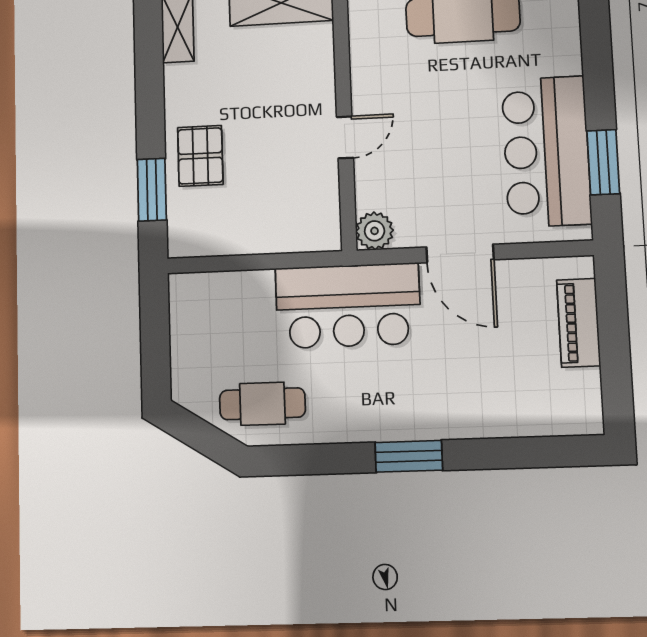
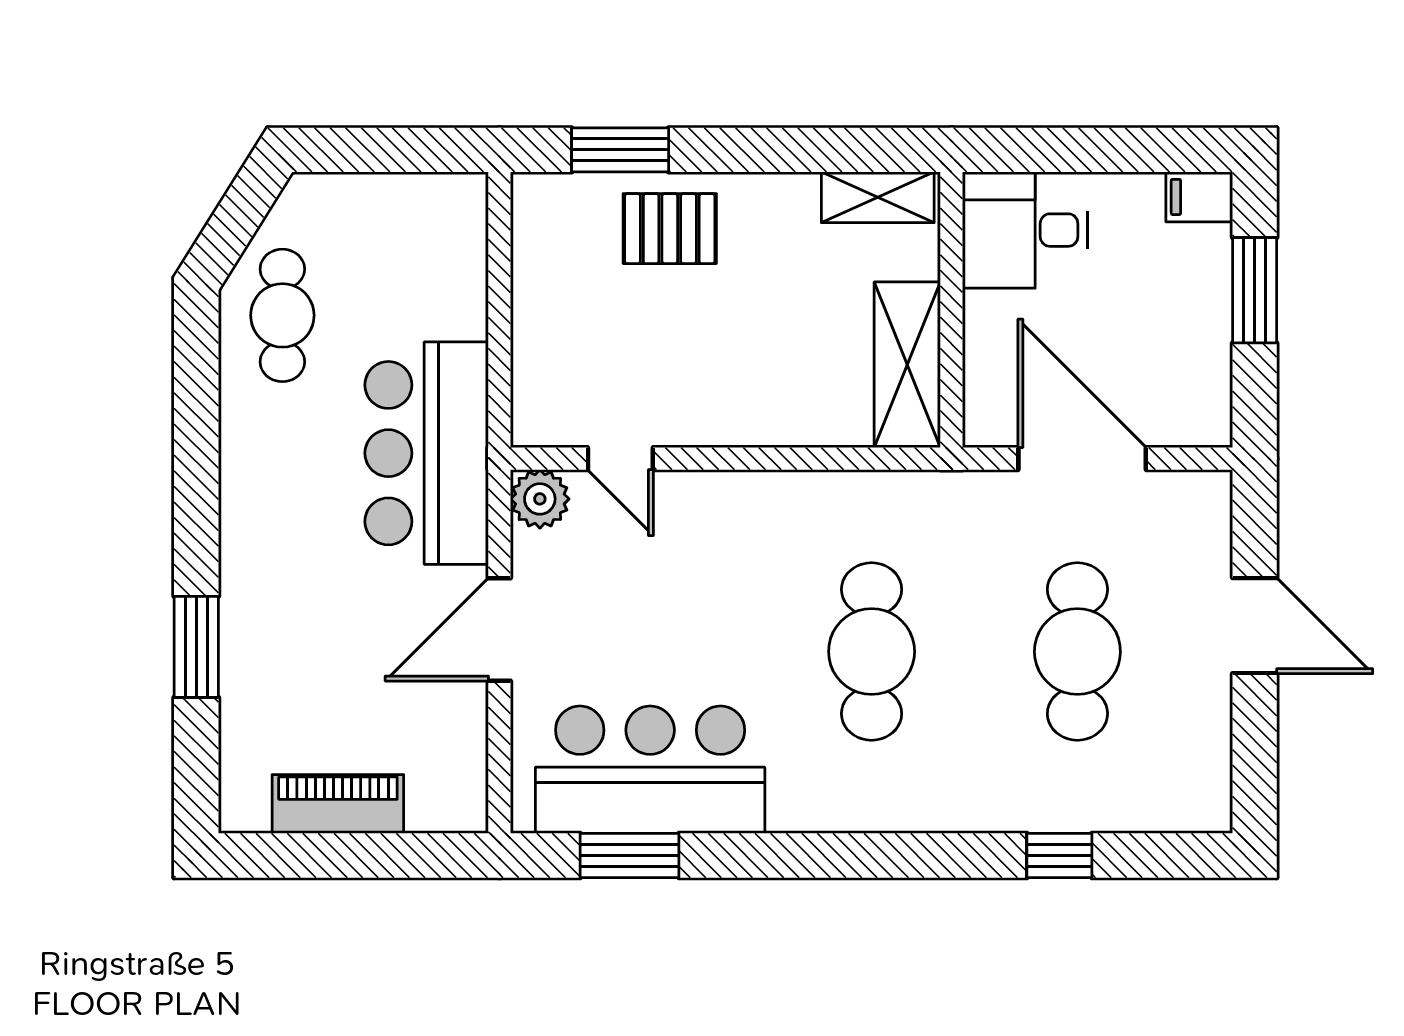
door: (345, 137) -> (620, 459), moved
piano: (579, 323) -> (338, 804), moved
window: (409, 456) -> (196, 647), moved

